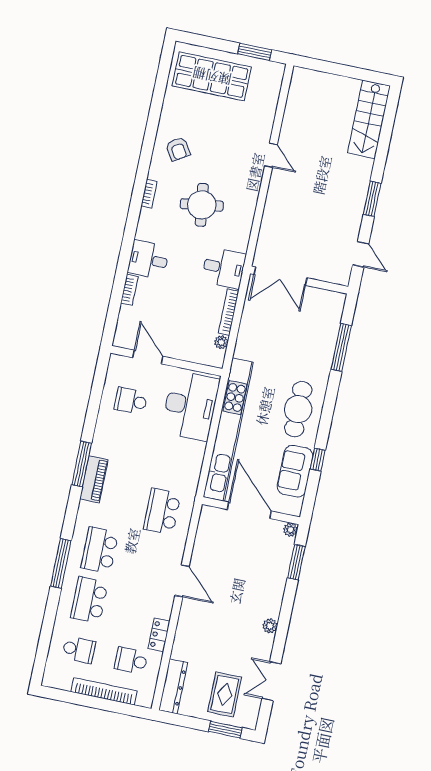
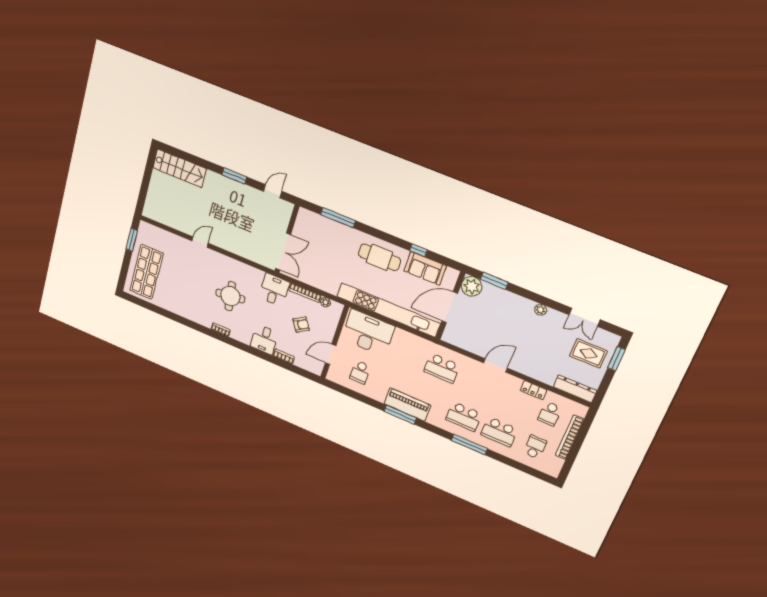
armchair: (178, 149) -> (301, 325), moved
piano: (94, 479) -> (407, 405), width x1.37, depth x1.33
plant: (290, 530) -> (472, 286), width x1.88, depth x1.88

